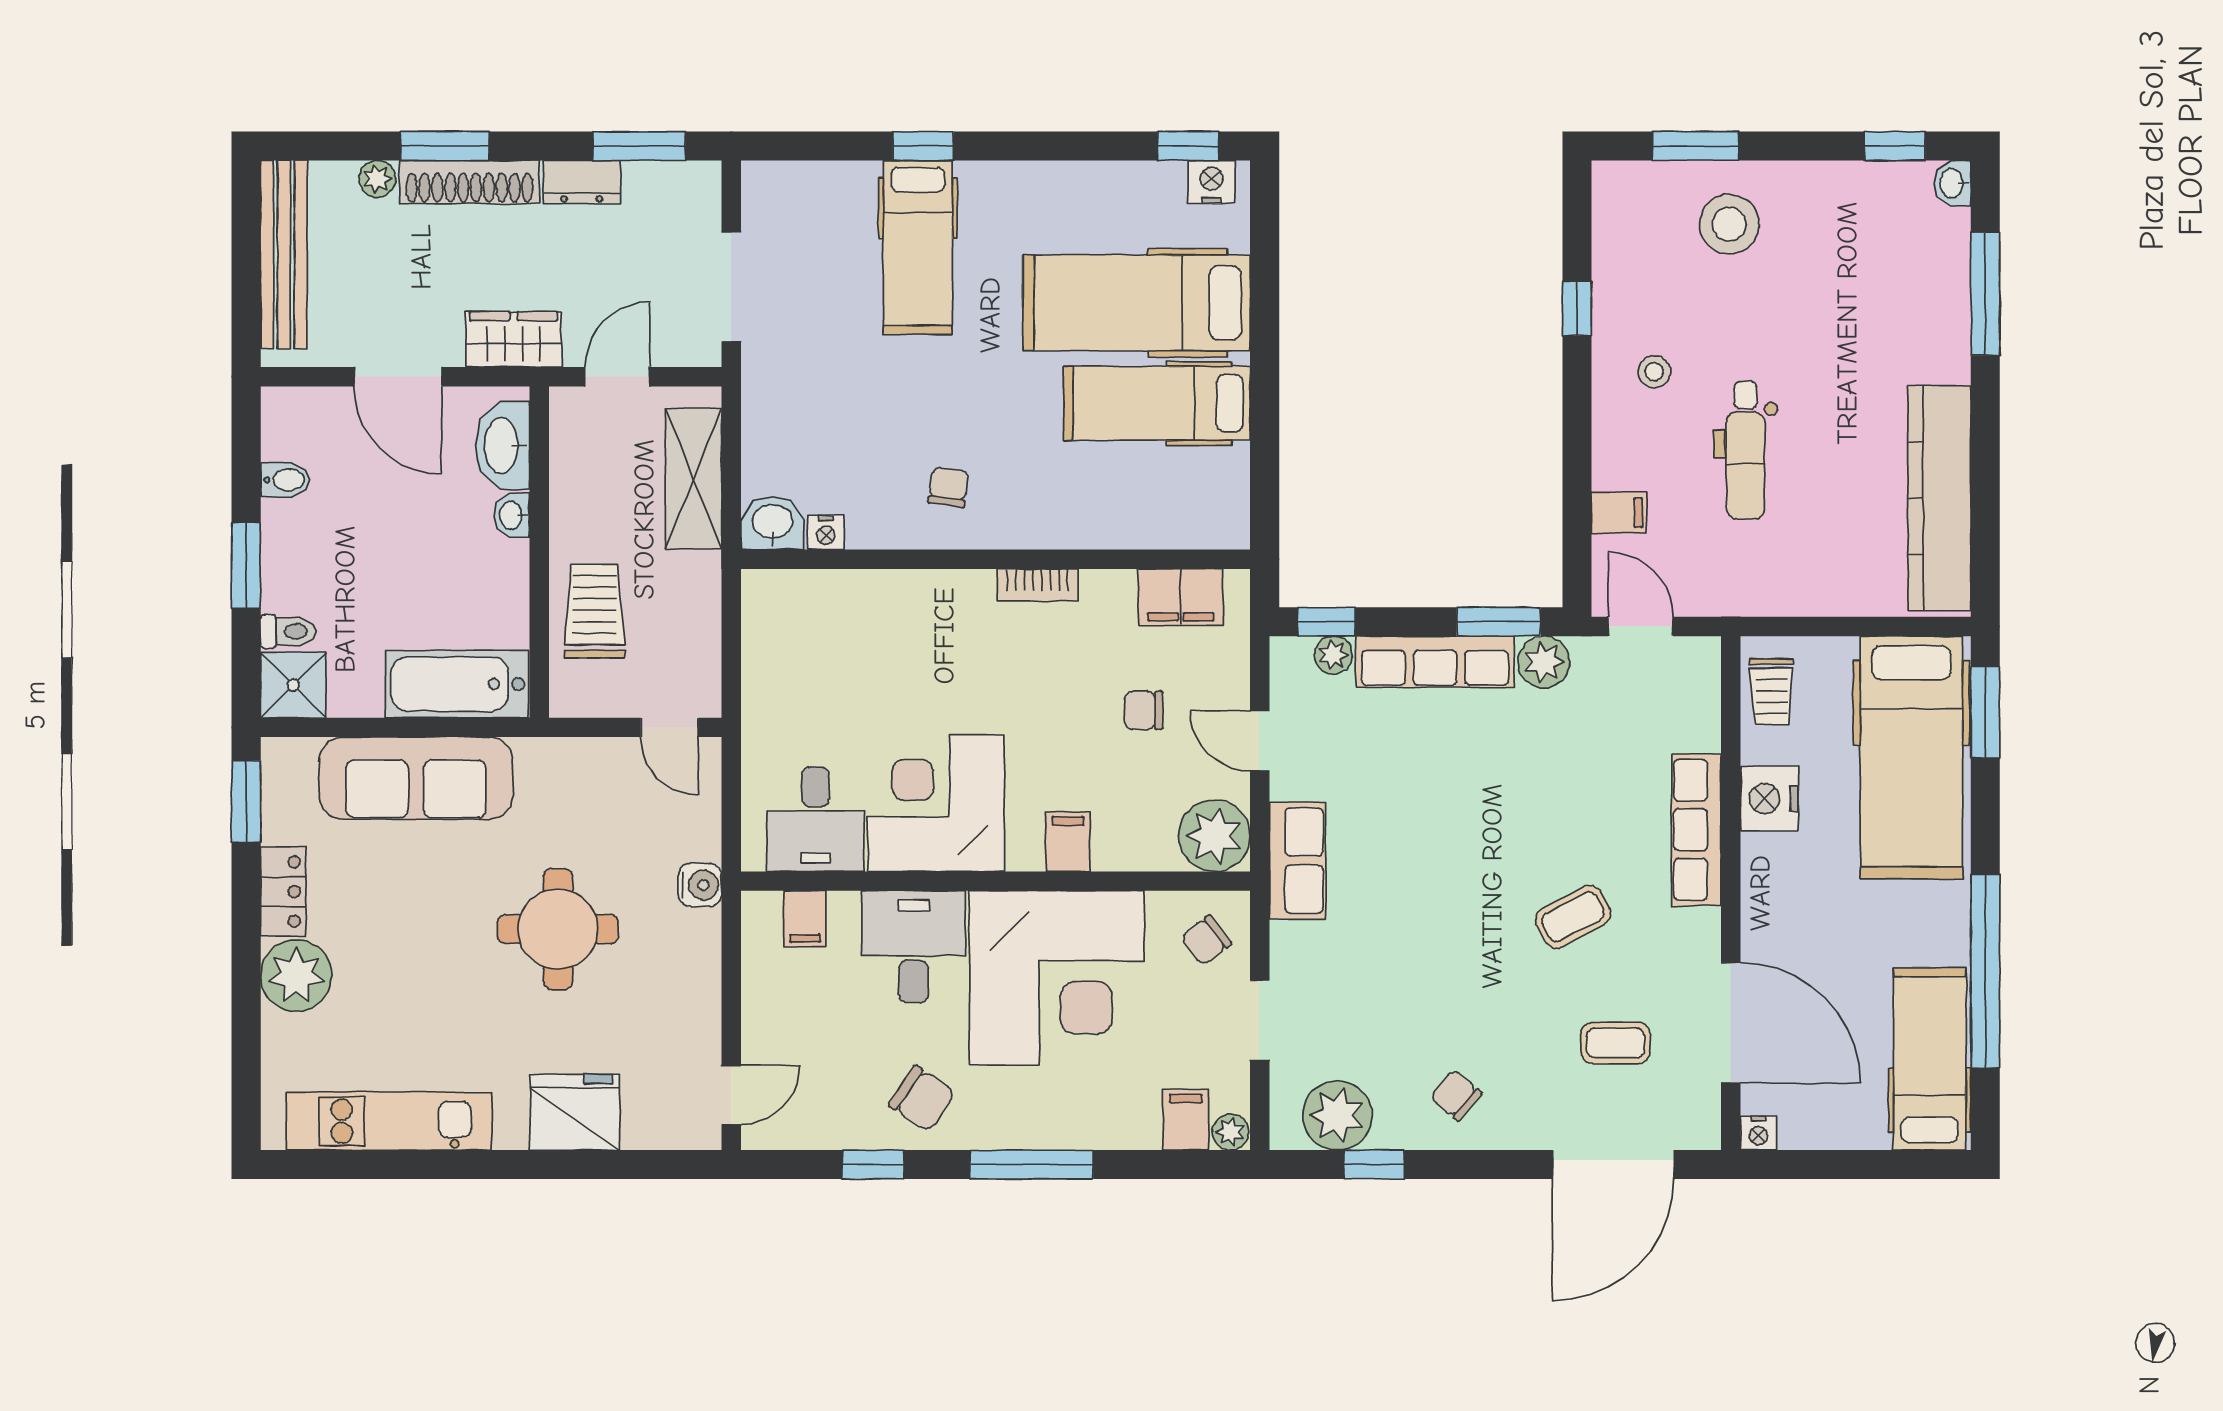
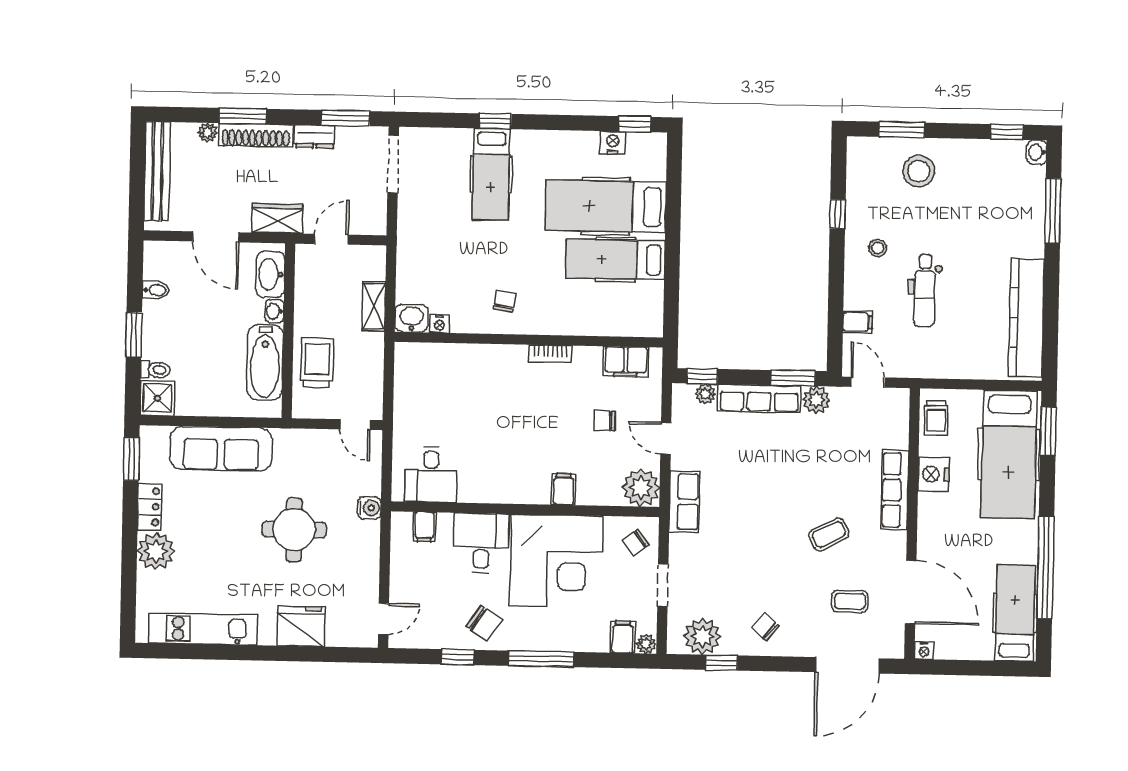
nightstand: (1212, 182) -> (613, 143), moved
doorway: (731, 287) -> (393, 164), moved
shelving: (694, 479) -> (374, 306), width x0.67, depth x0.75
bathtub: (457, 684) -> (265, 362), moved, turned -90
corner desk: (936, 803) -> (495, 467), removed

